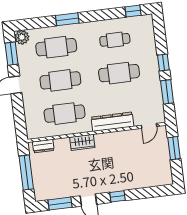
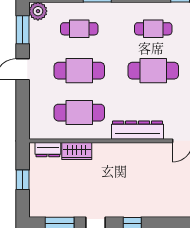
cafe table: (56, 47) -> (79, 29), width x0.73, depth x0.74
wardrobe: (82, 142) -> (77, 151), moved
window: (26, 172) -> (23, 180), width x0.46

